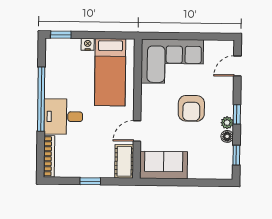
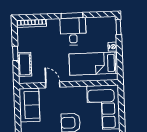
window: (41, 99) -> (72, 16), width x0.47
desk: (63, 117) -> (73, 31), moved
cot: (124, 161) -> (25, 64), moved, turned 90

